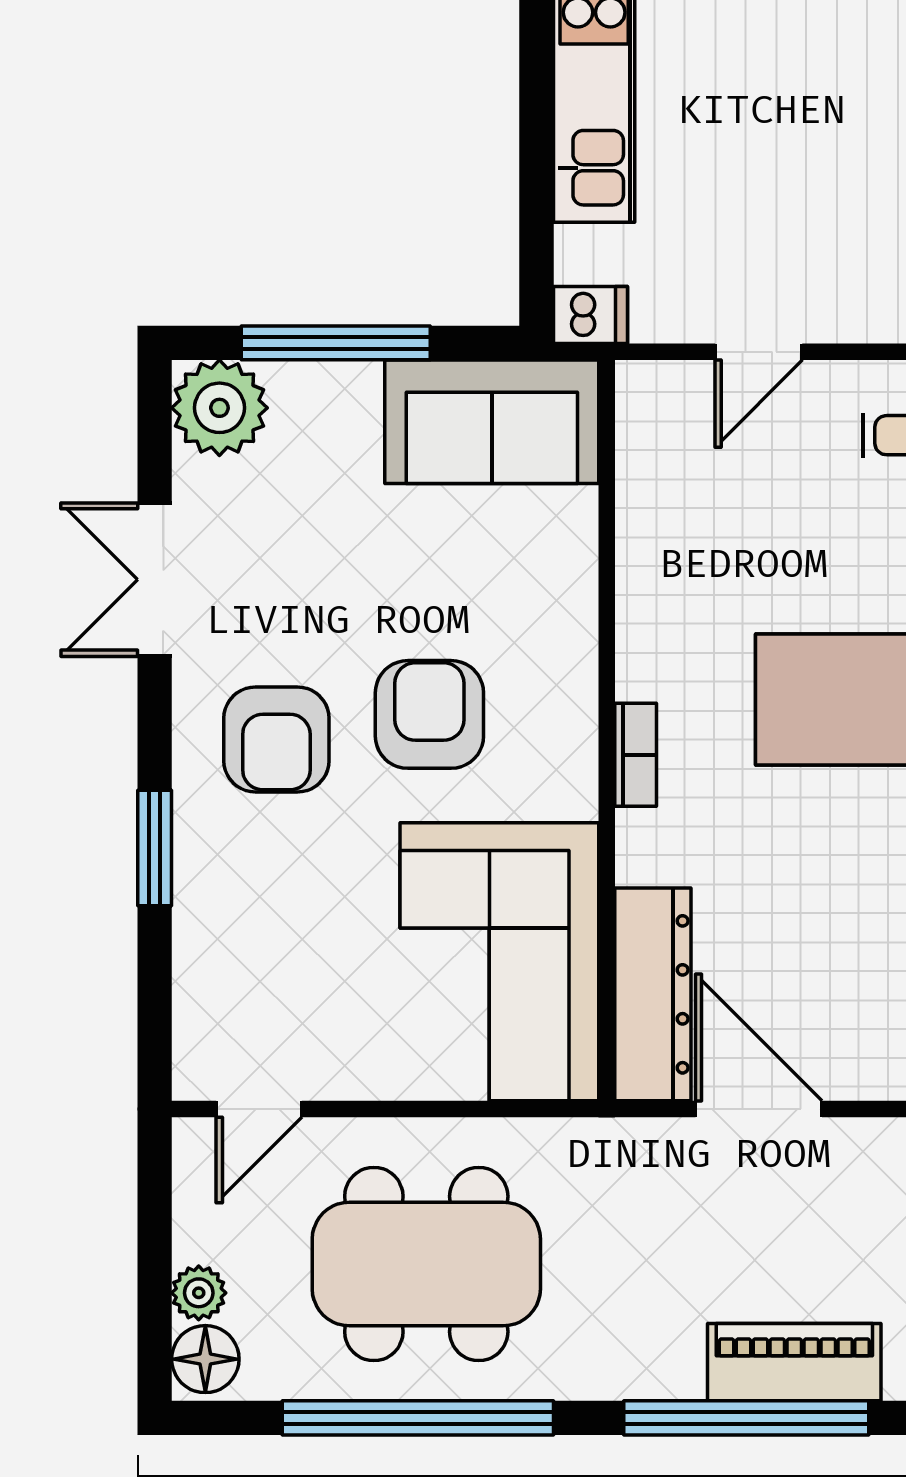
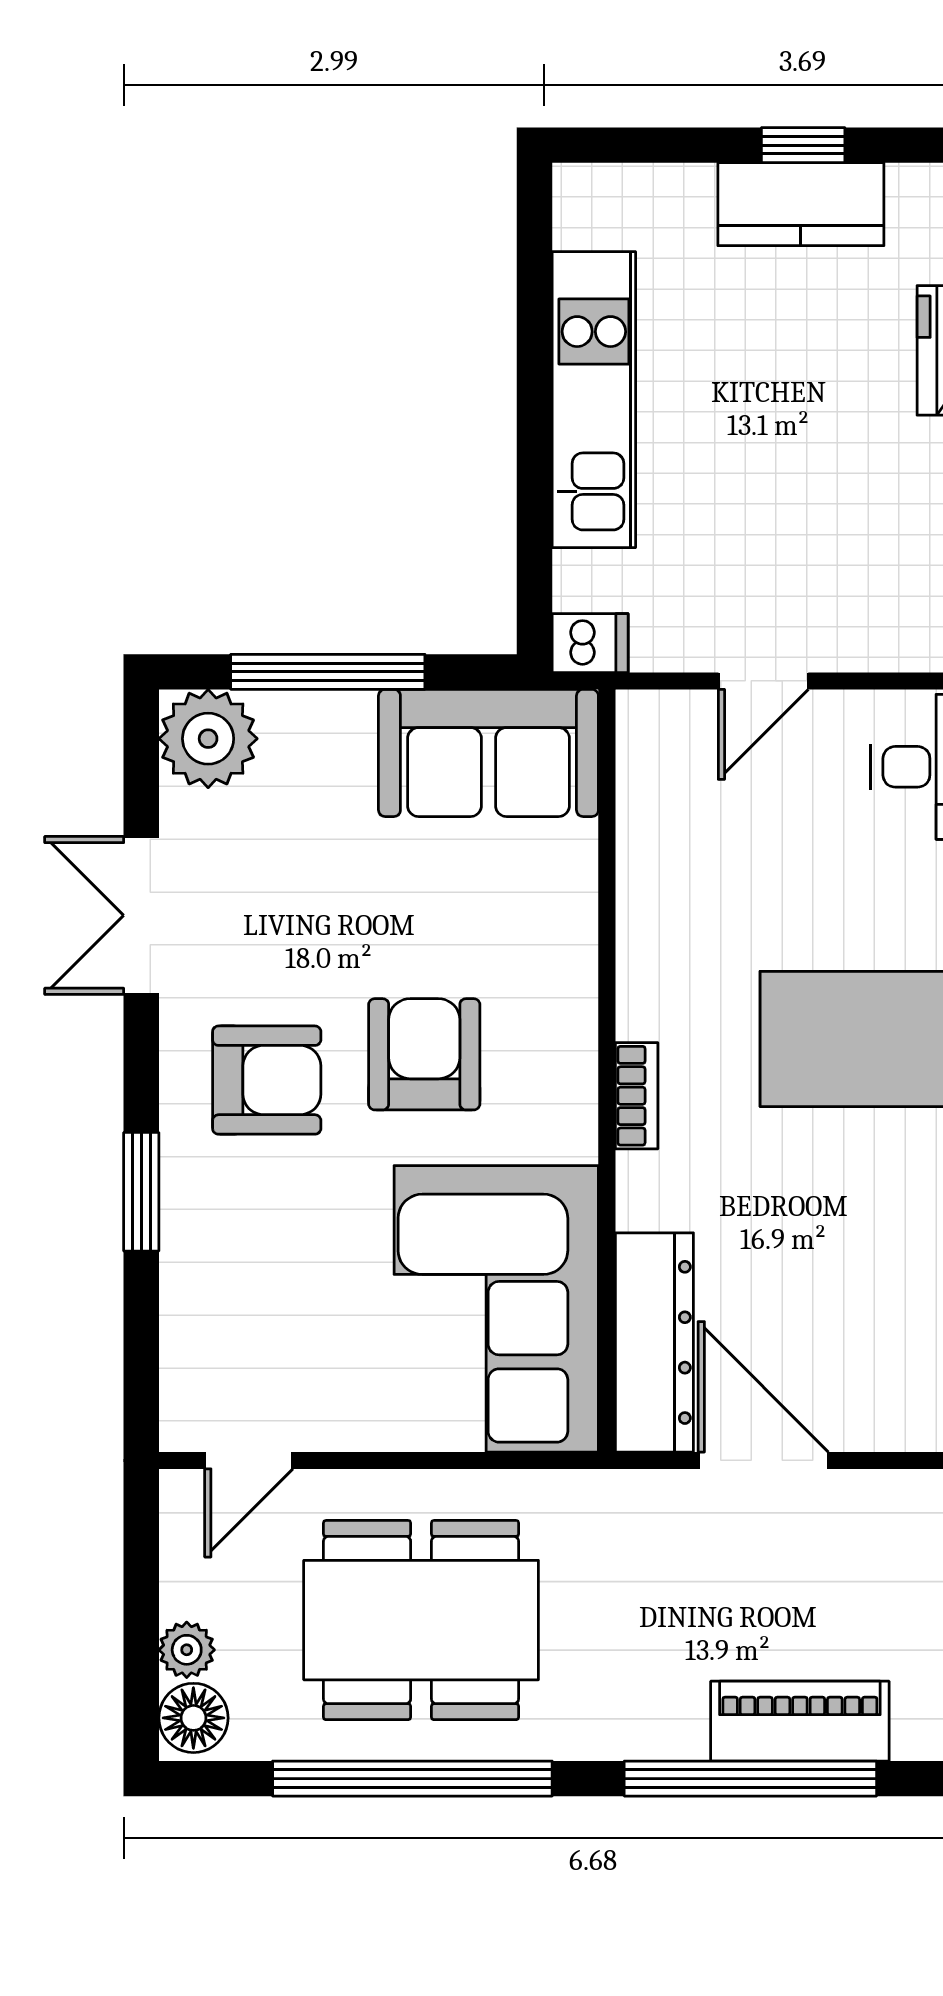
armchair: (276, 739) -> (267, 1080), turned -90

